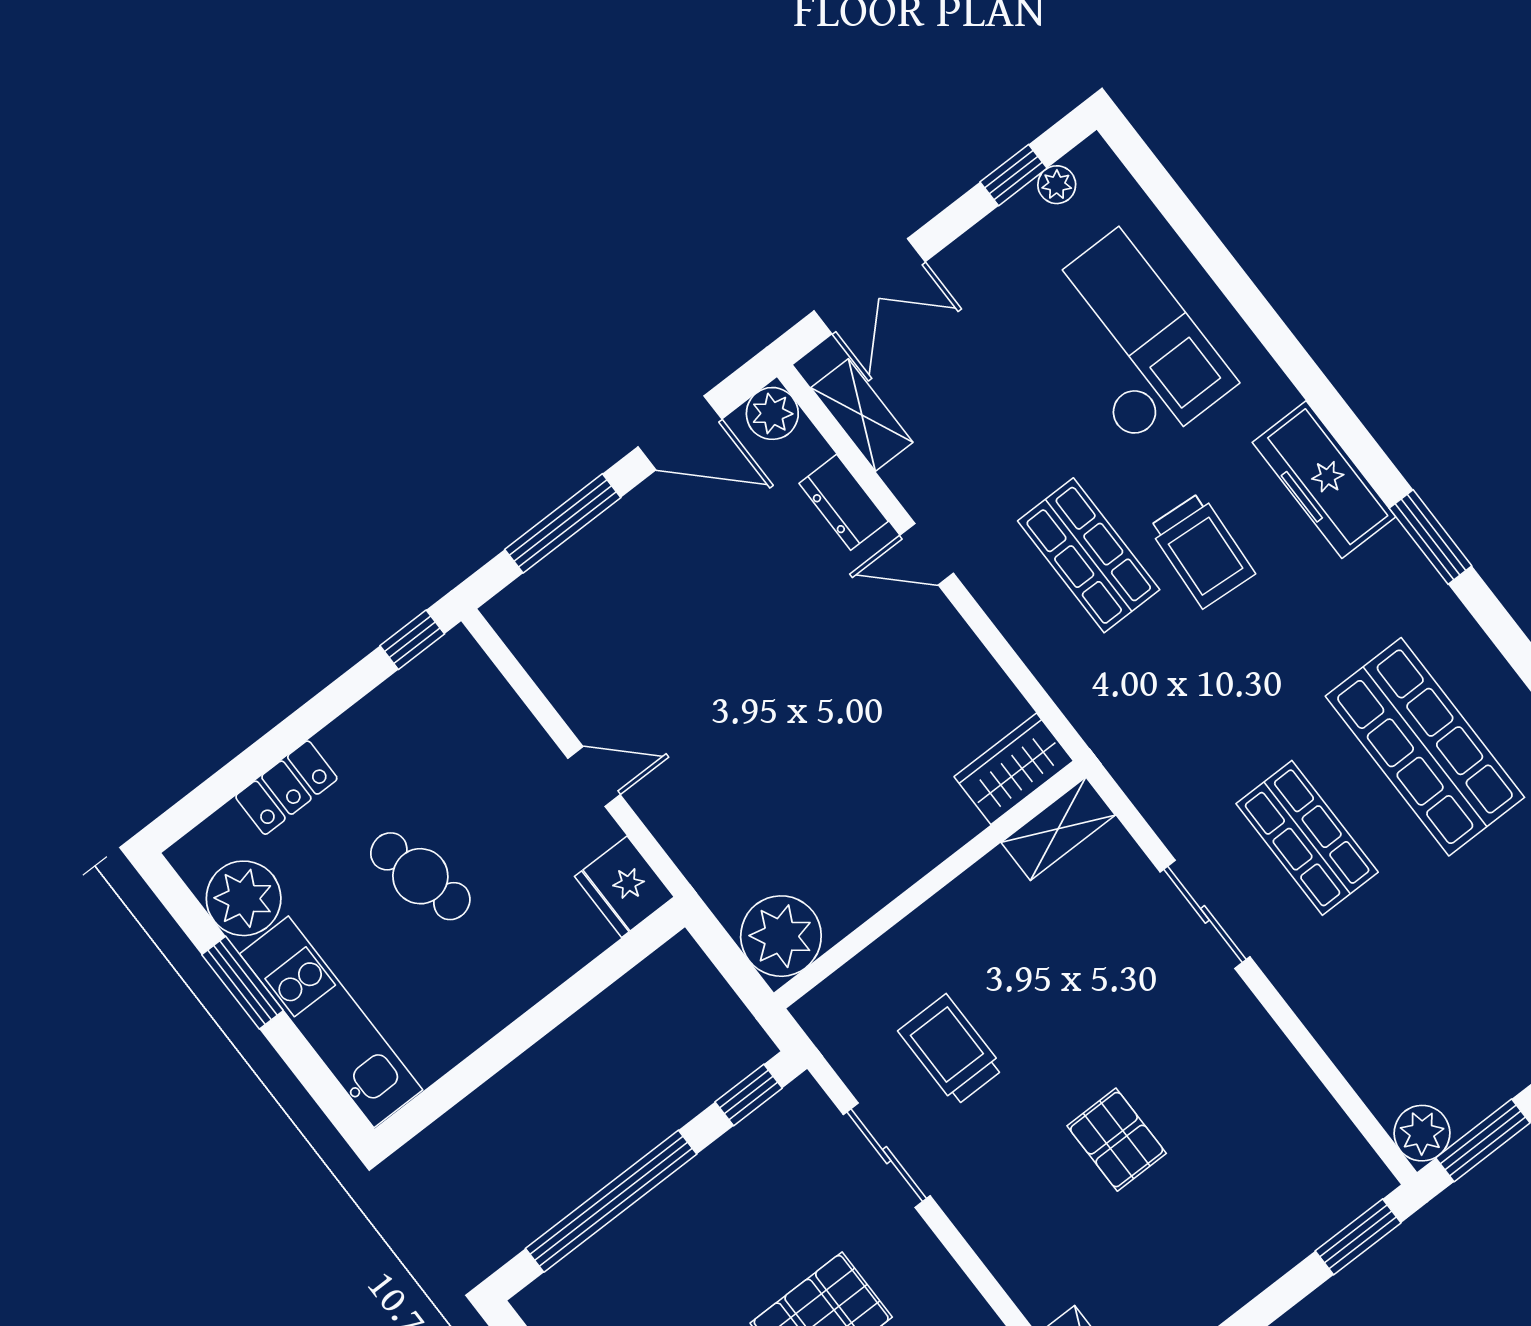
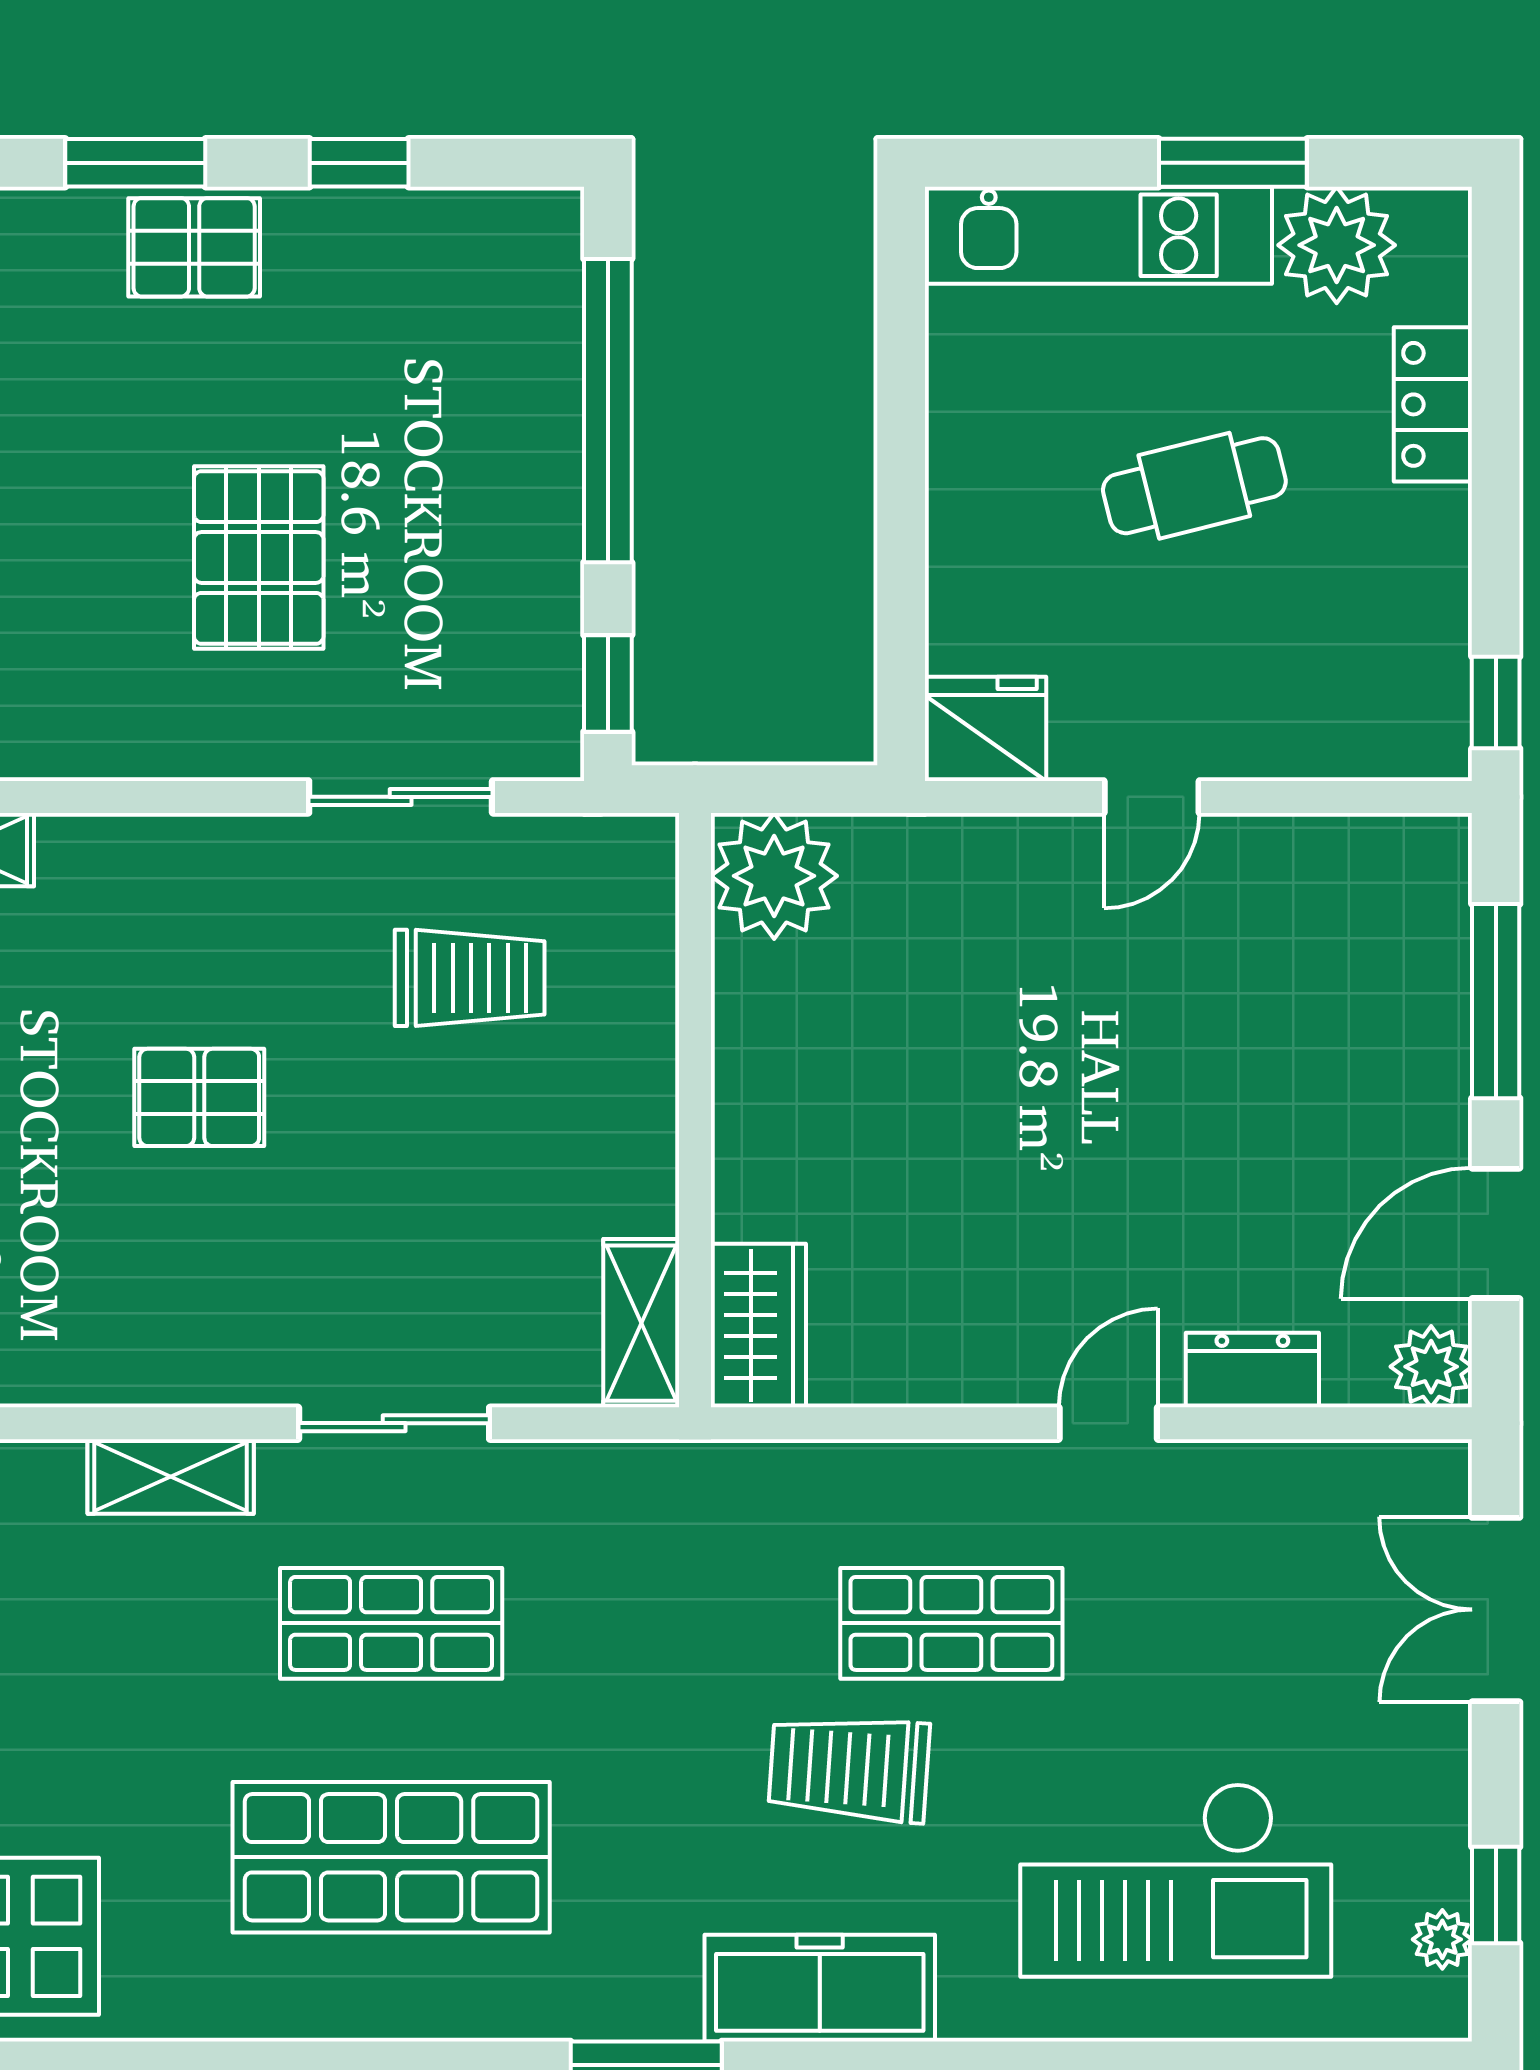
shelving: (862, 415) -> (171, 1476), moved

